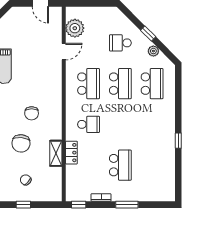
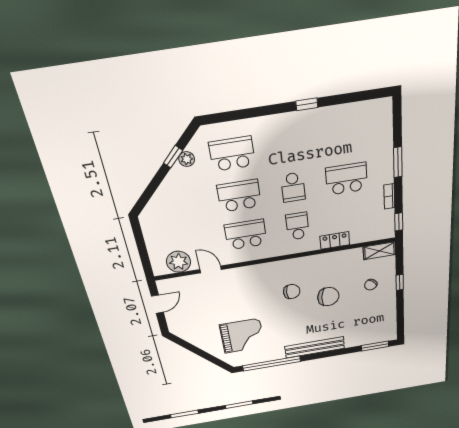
window: (148, 34) -> (173, 157), moved
school desk: (120, 43) -> (293, 187), moved
shelving: (56, 153) -> (379, 251), moved

